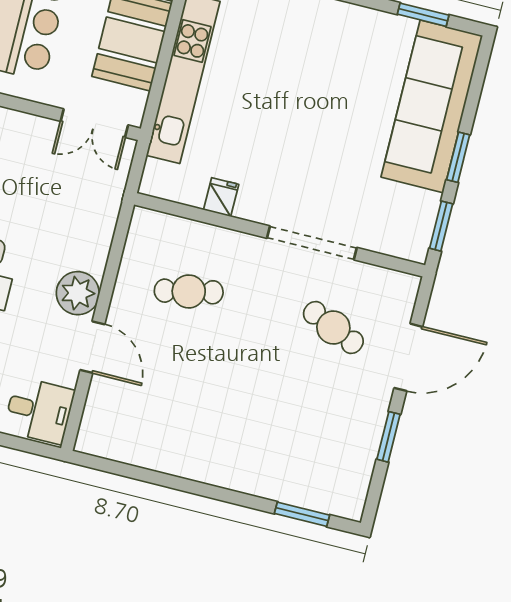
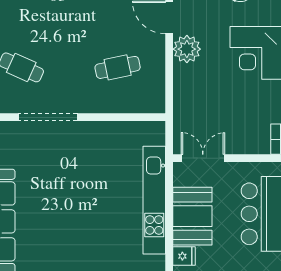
fridge: (221, 197) -> (112, 132), removed

